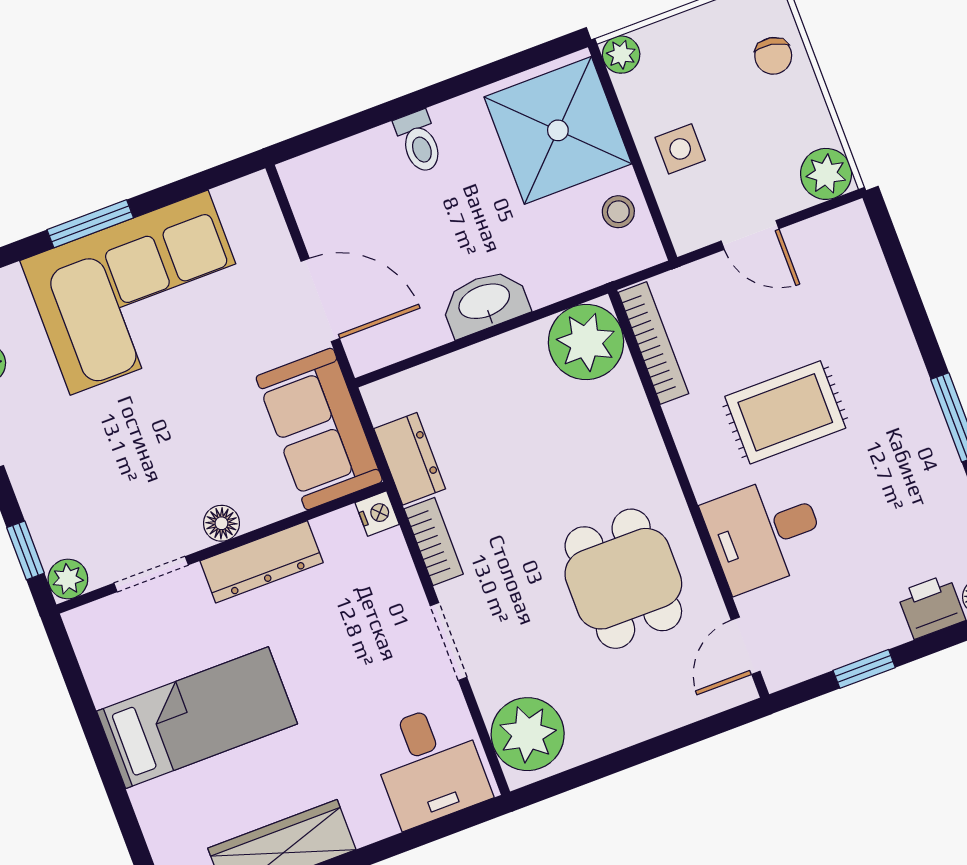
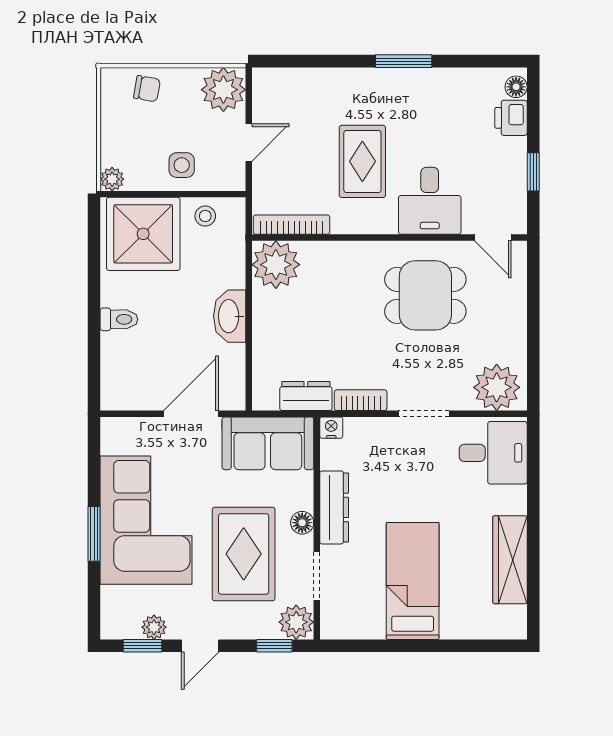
plant: (826, 174) -> (223, 90), width x1.36, depth x1.36
rug: (143, 455) -> (244, 554), added
plant: (68, 579) -> (296, 622), width x1.38, depth x1.38

